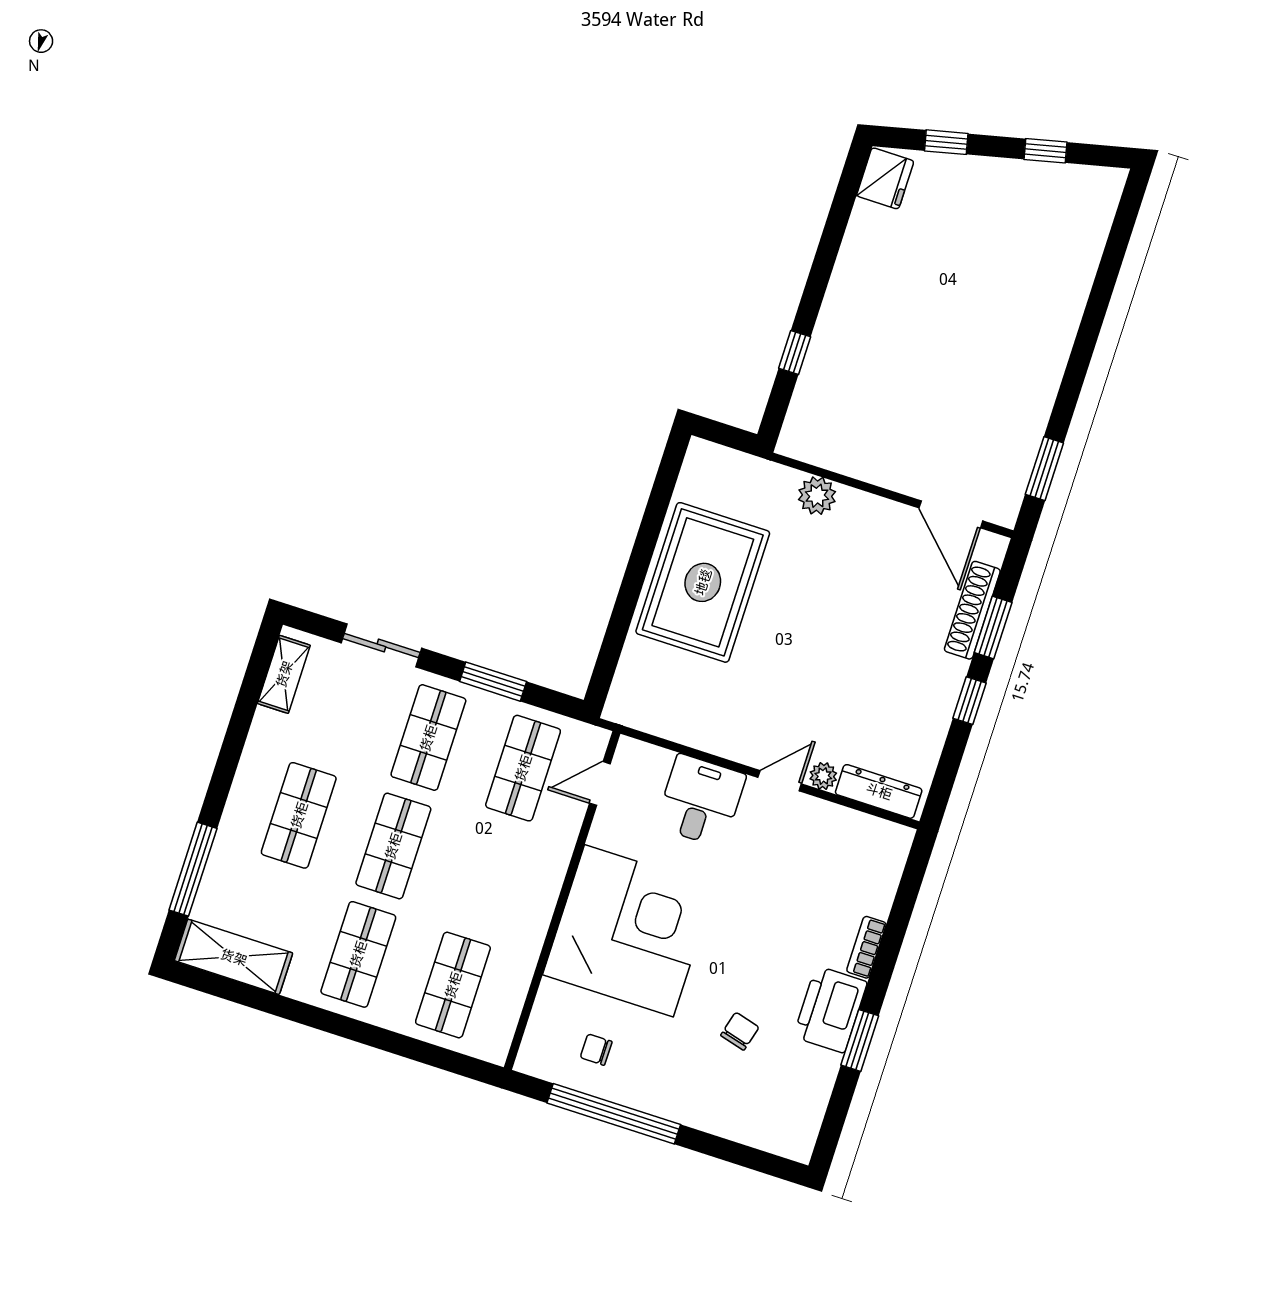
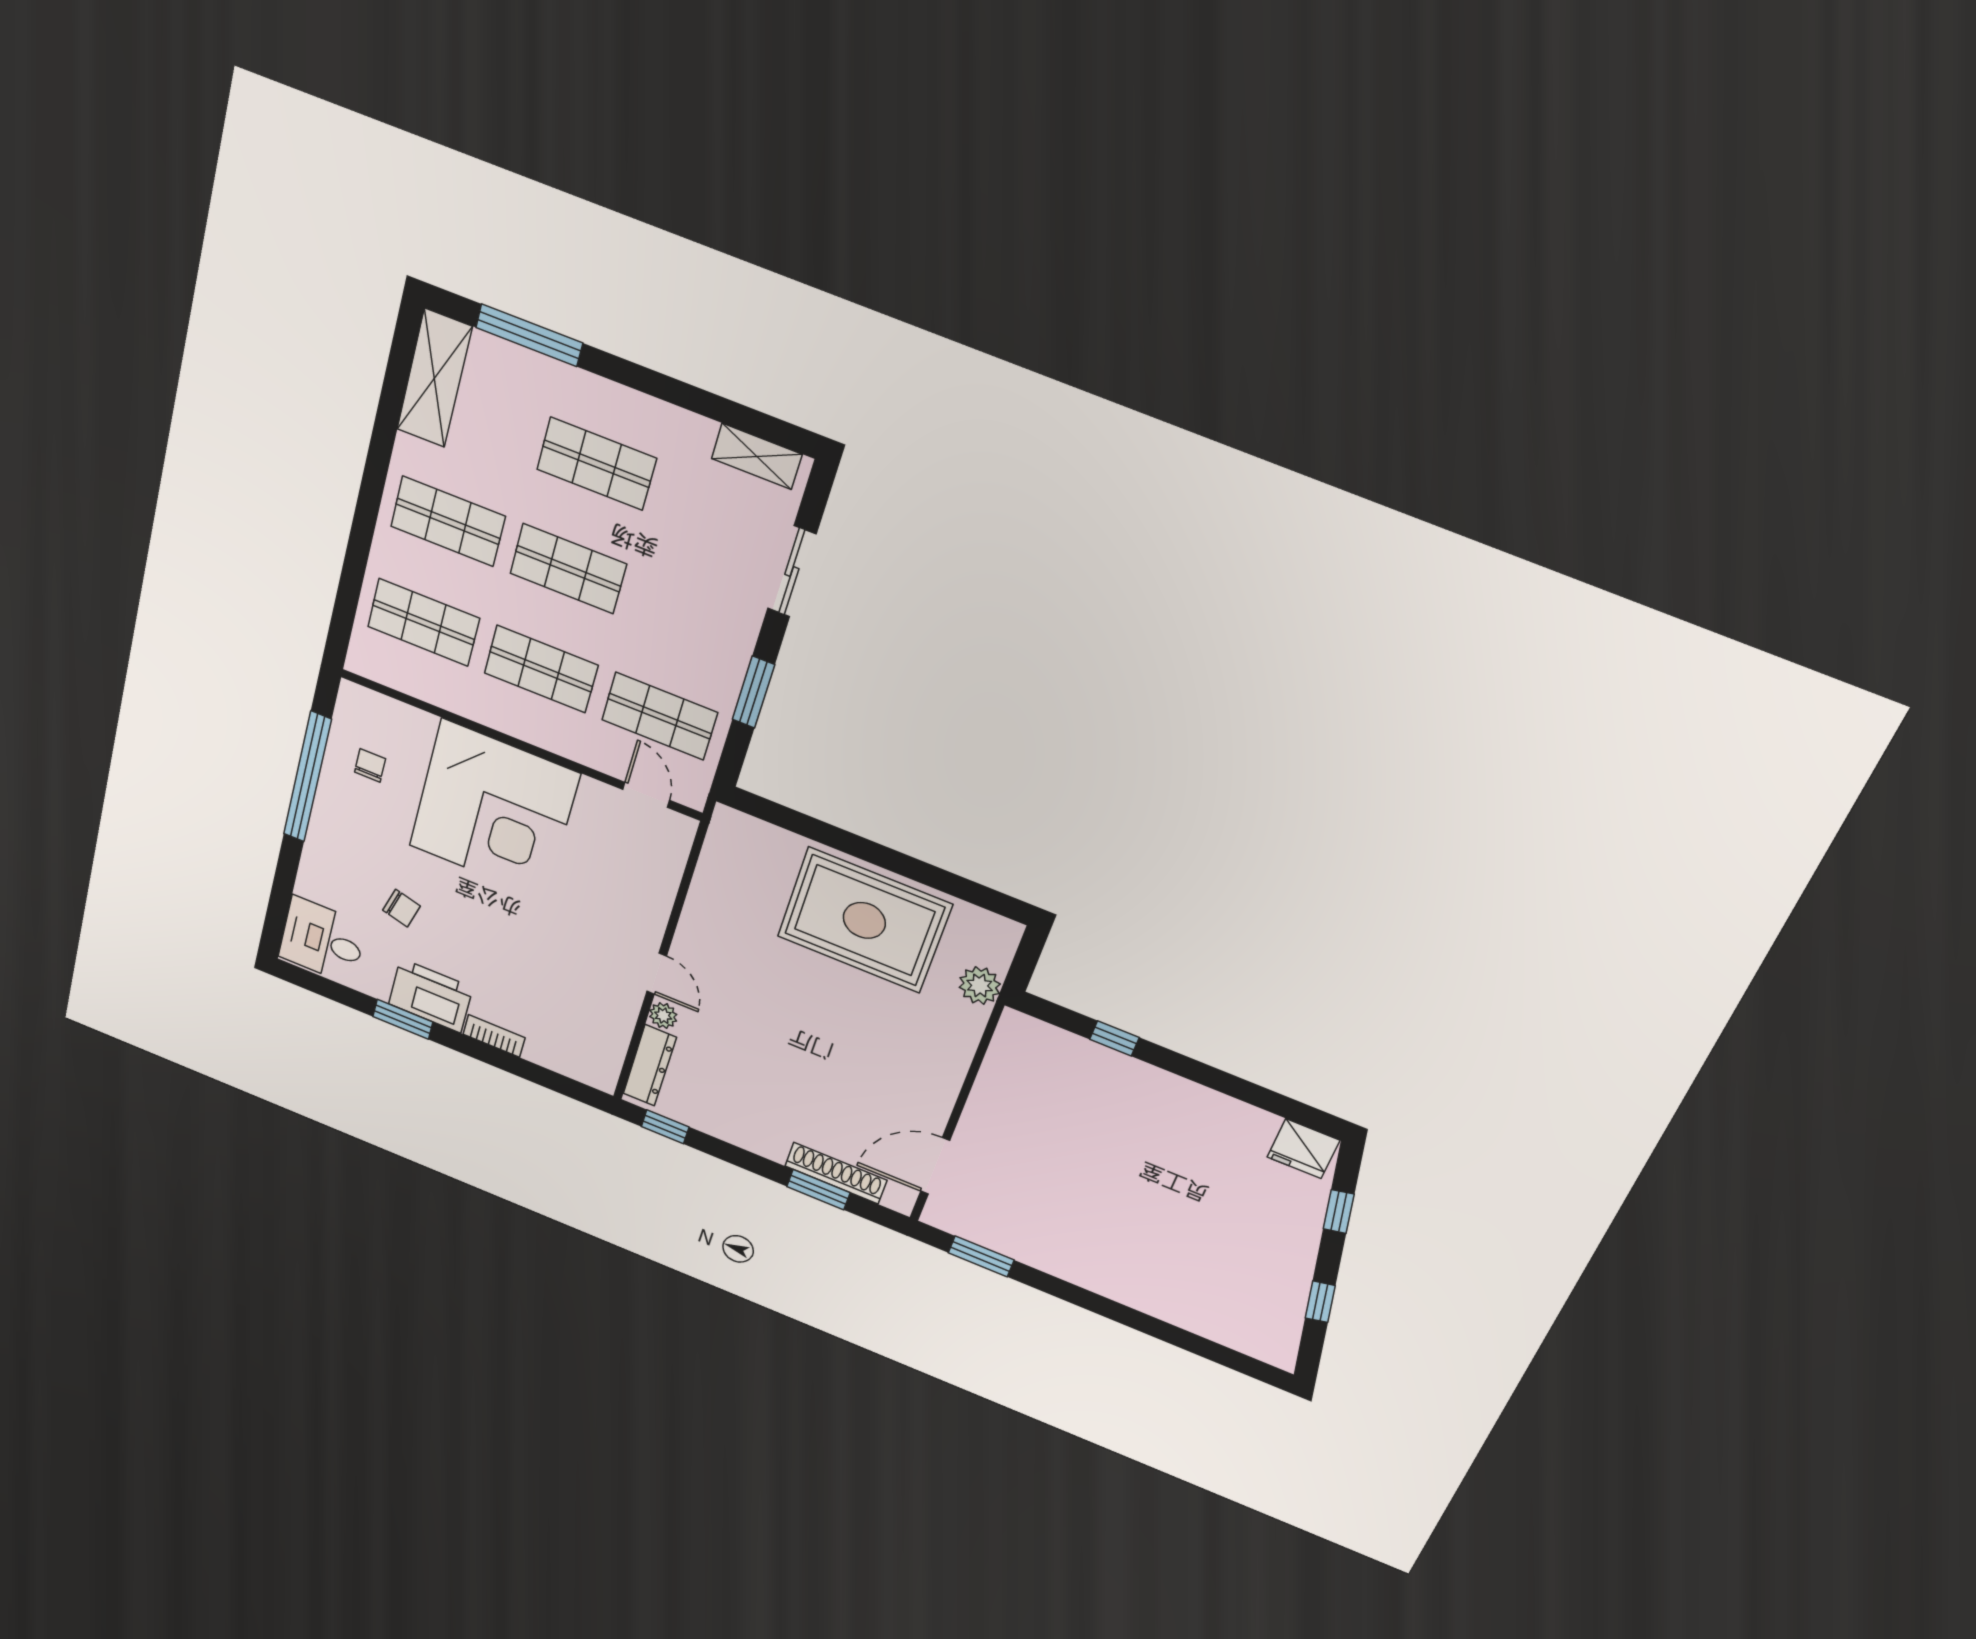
plant: (817, 496) -> (980, 986), moved
window: (969, 701) -> (665, 1127), moved
shop shelf: (428, 738) -> (541, 669), moved
desk: (701, 801) -> (322, 940), moved, turned 180

